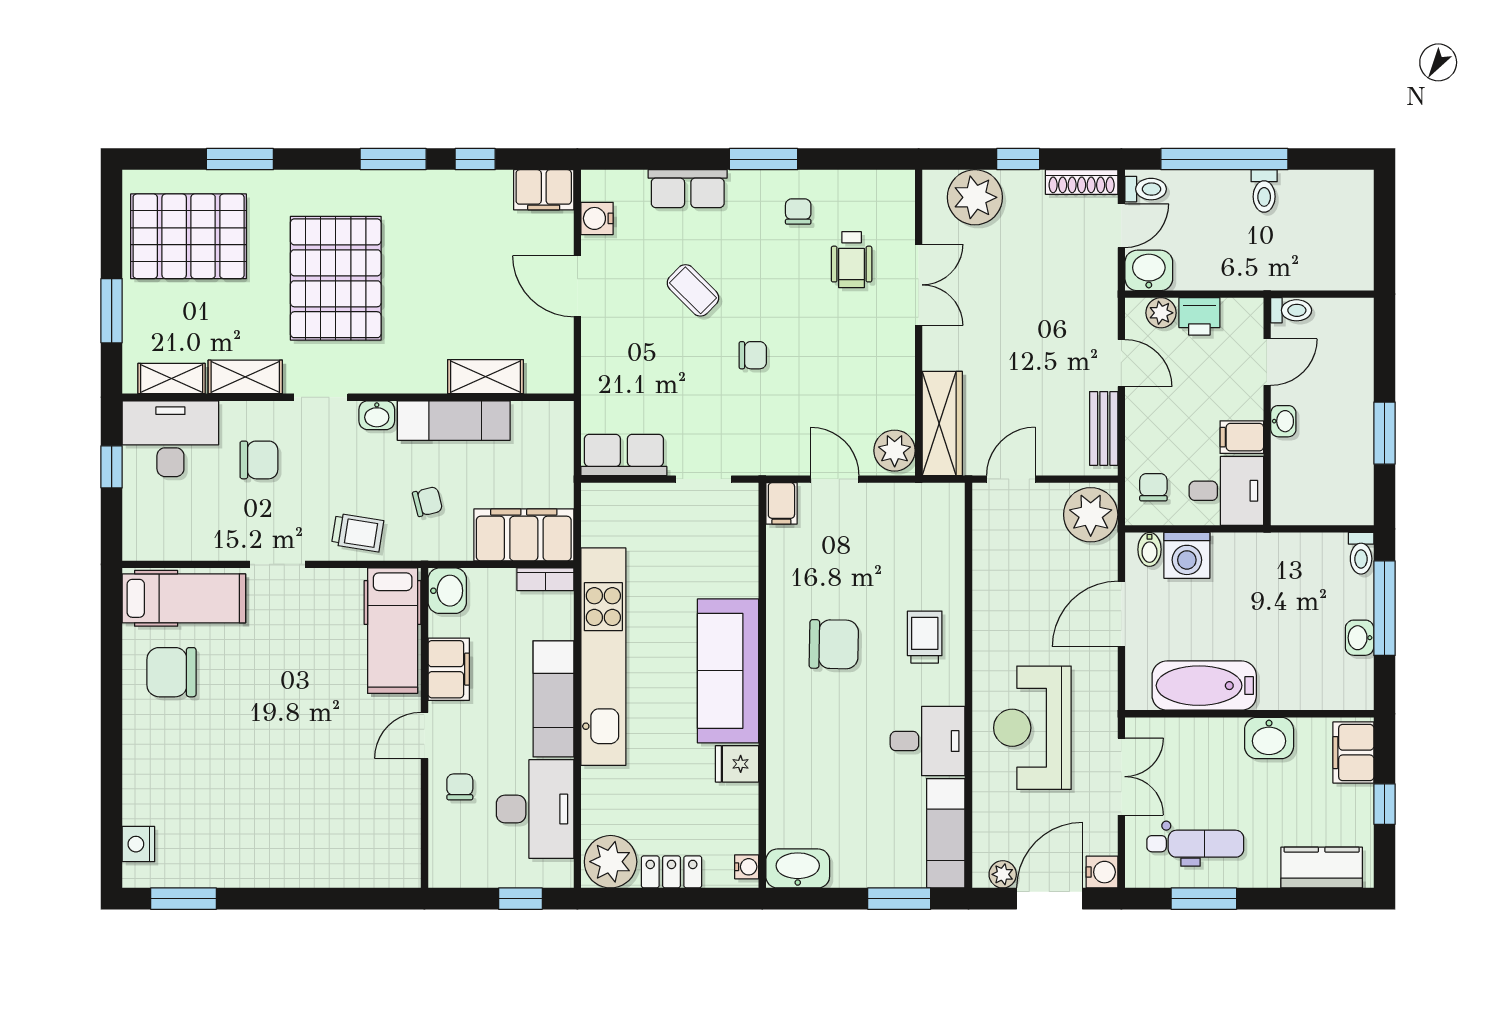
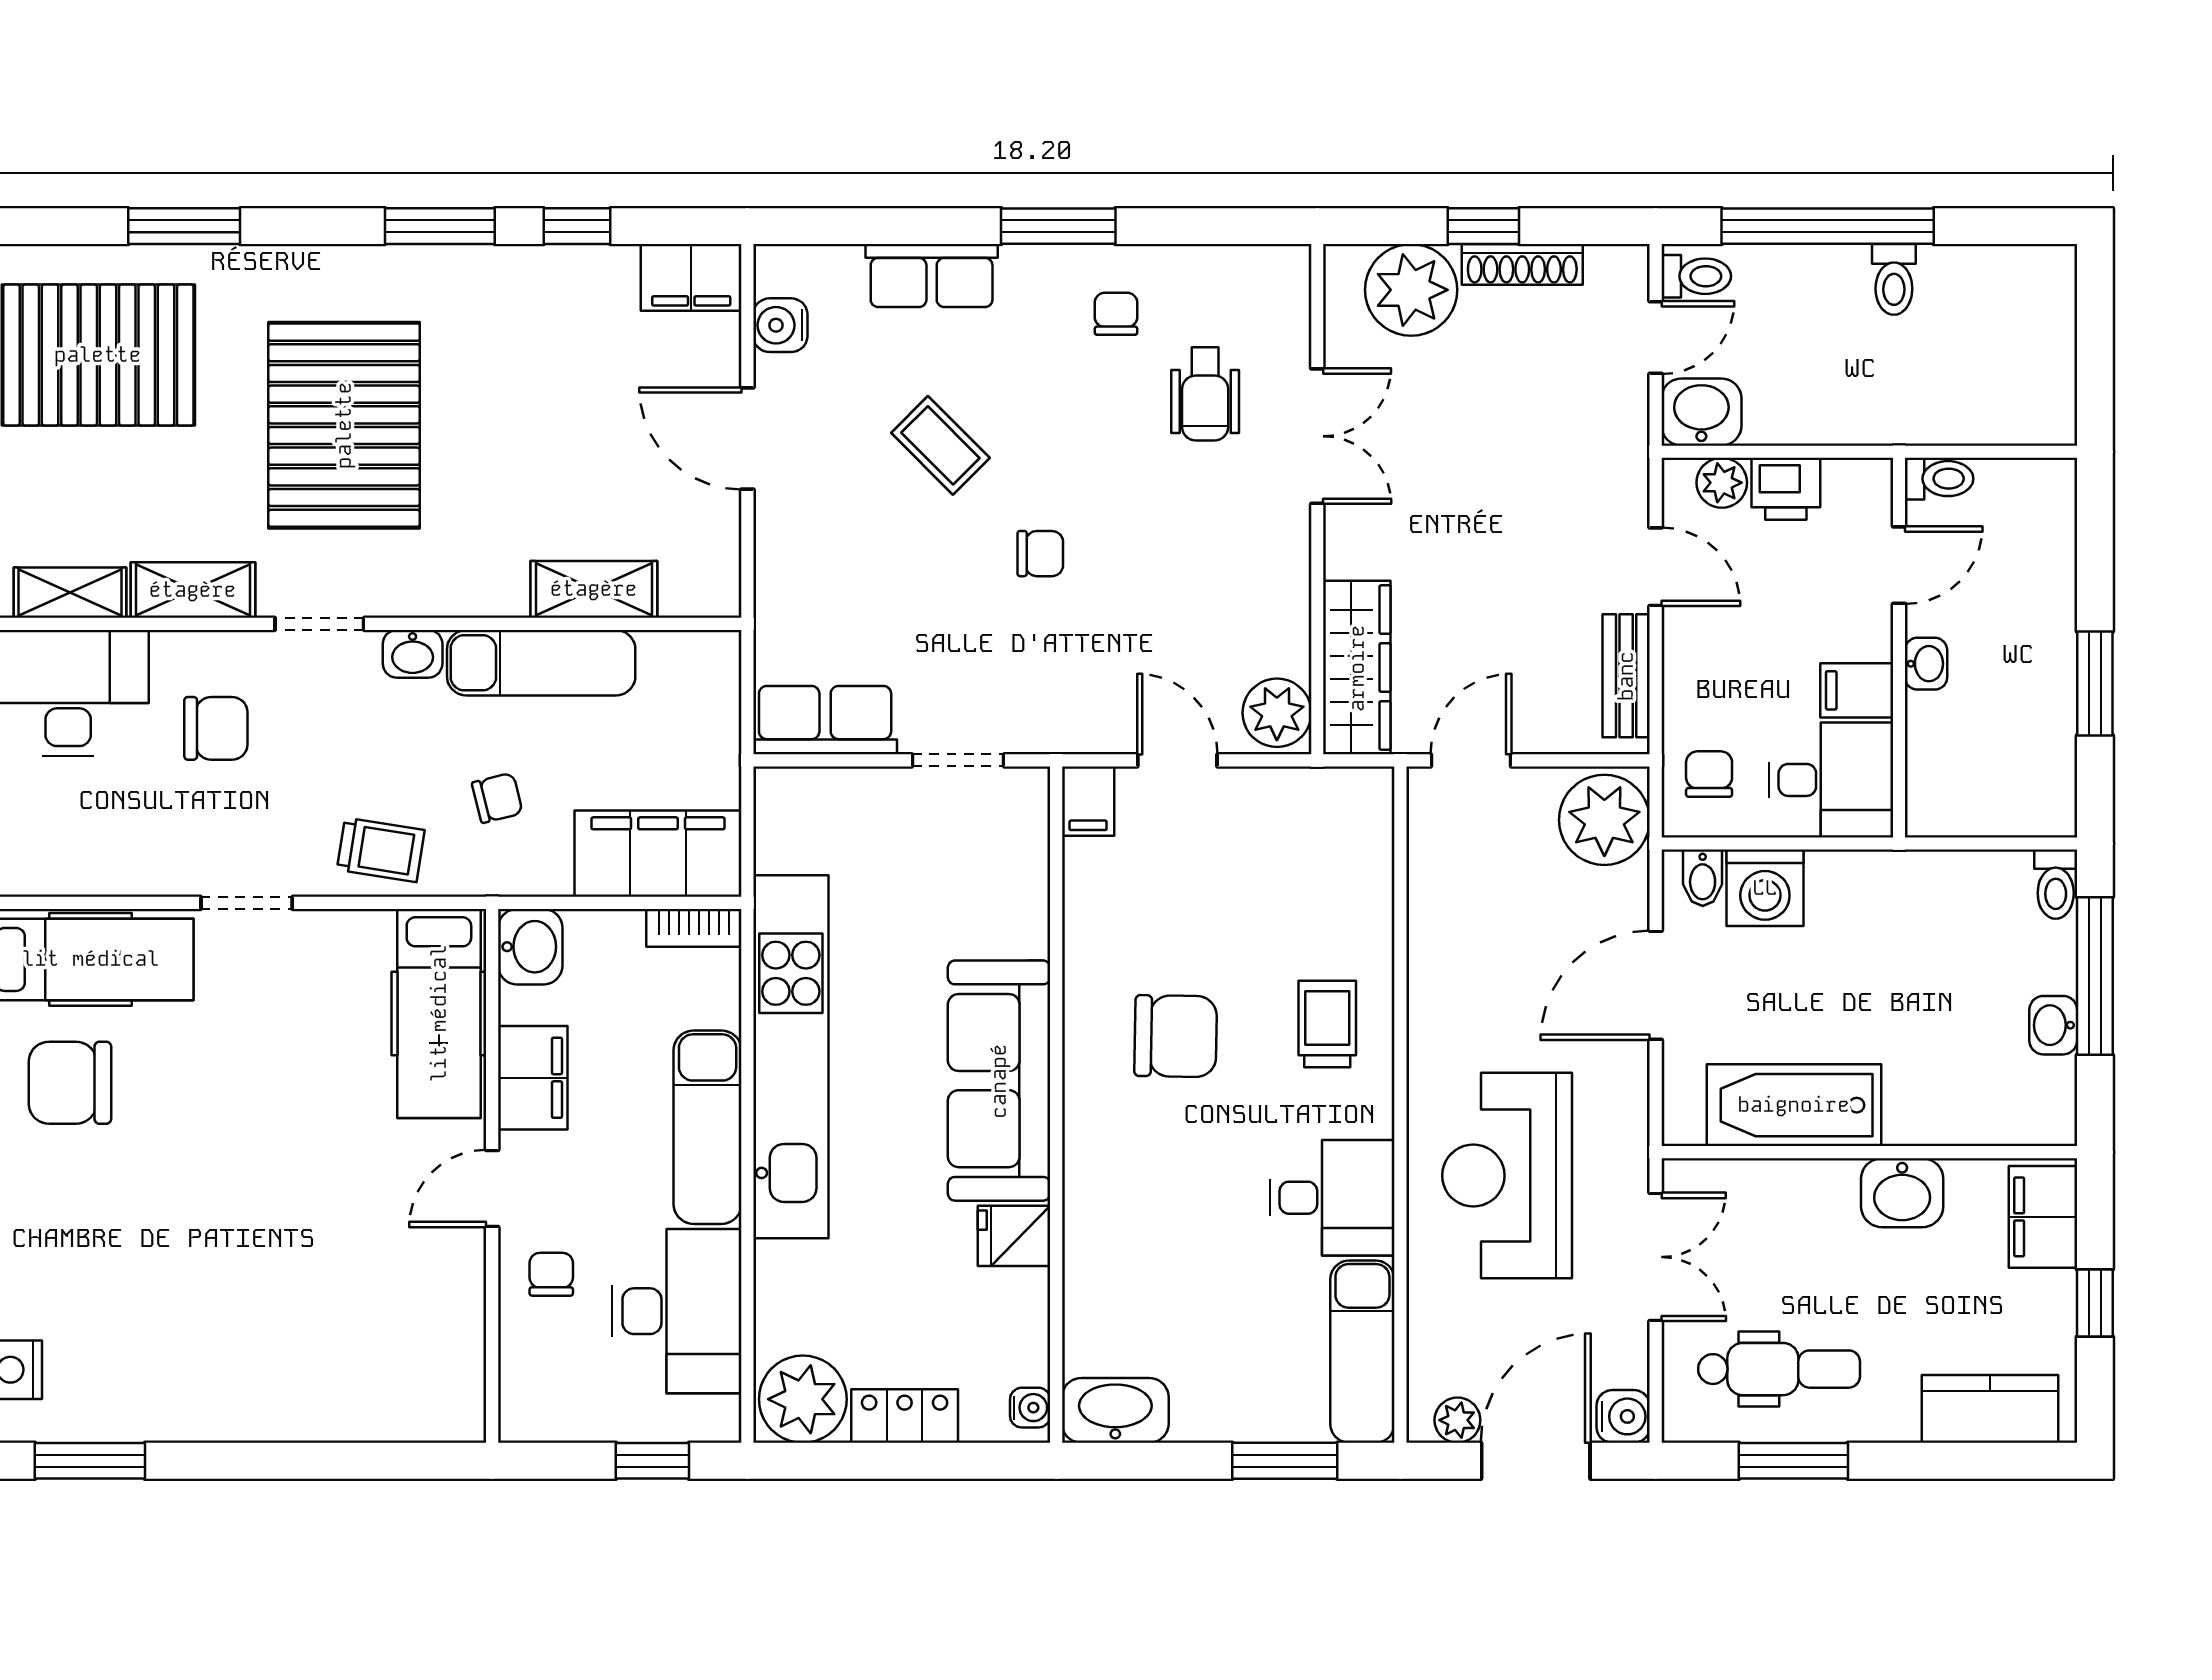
shoe rack: (1082, 182) -> (1522, 264), moved

